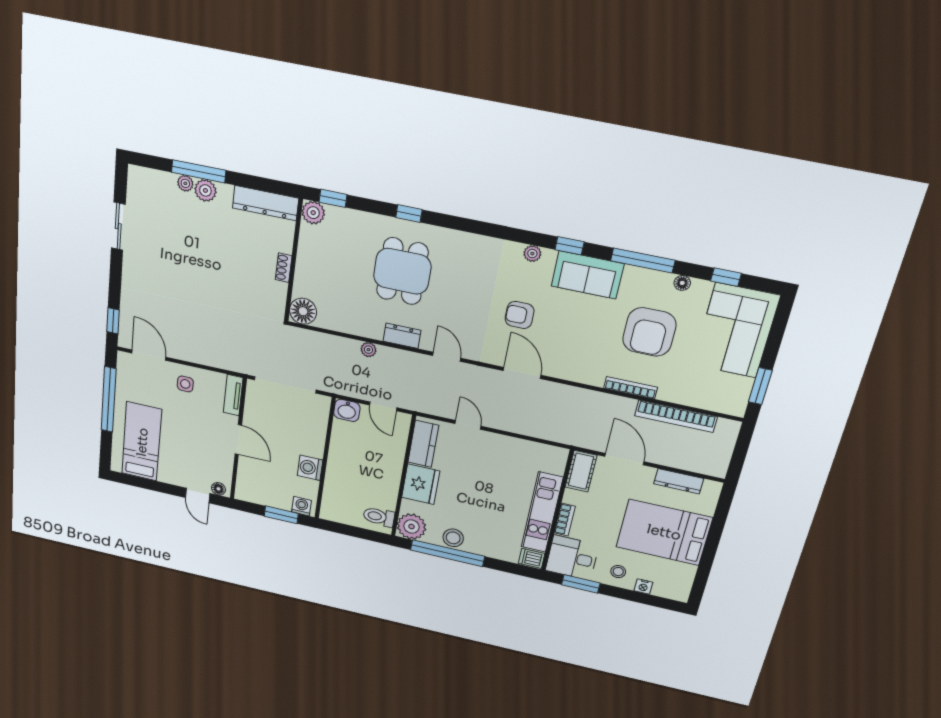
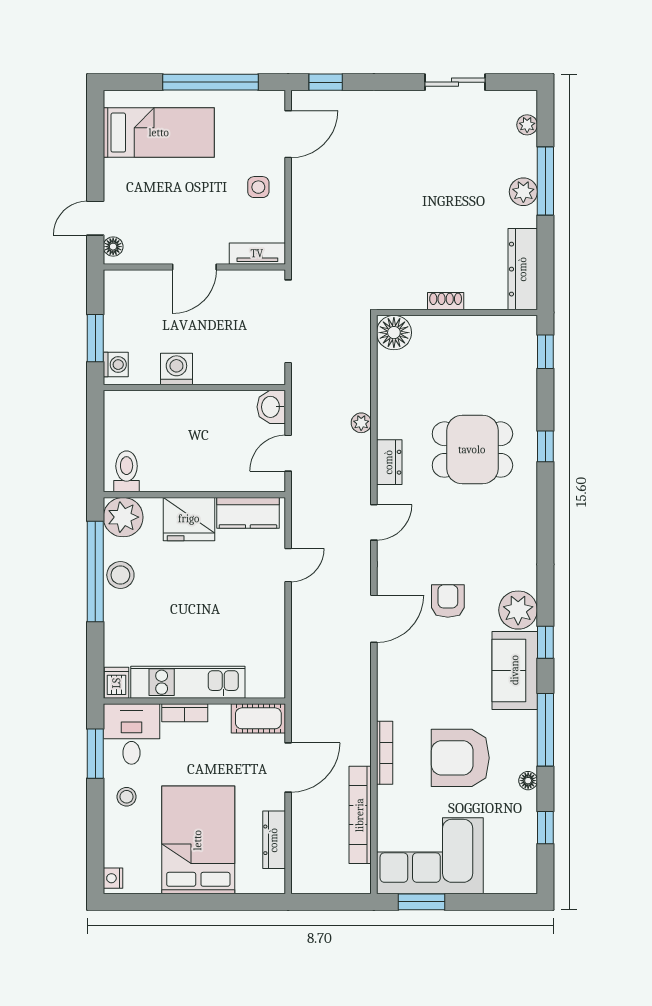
plant: (185, 183) -> (527, 125), moved
plant: (313, 213) -> (523, 330), removed
plant: (532, 254) -> (518, 610), width x1.88, depth x1.88
corner sofa: (736, 331) -> (430, 856), moved
nightstand: (643, 586) -> (113, 878), moved

